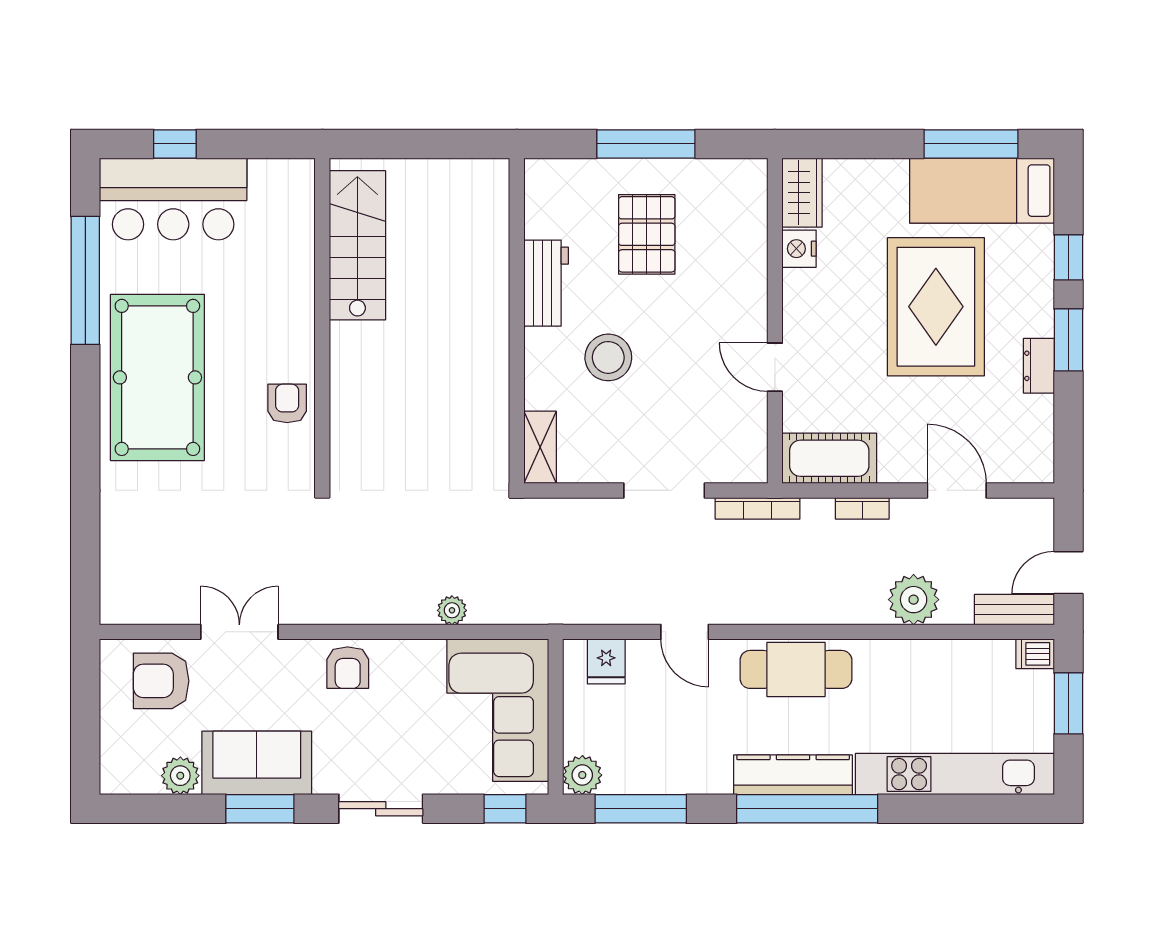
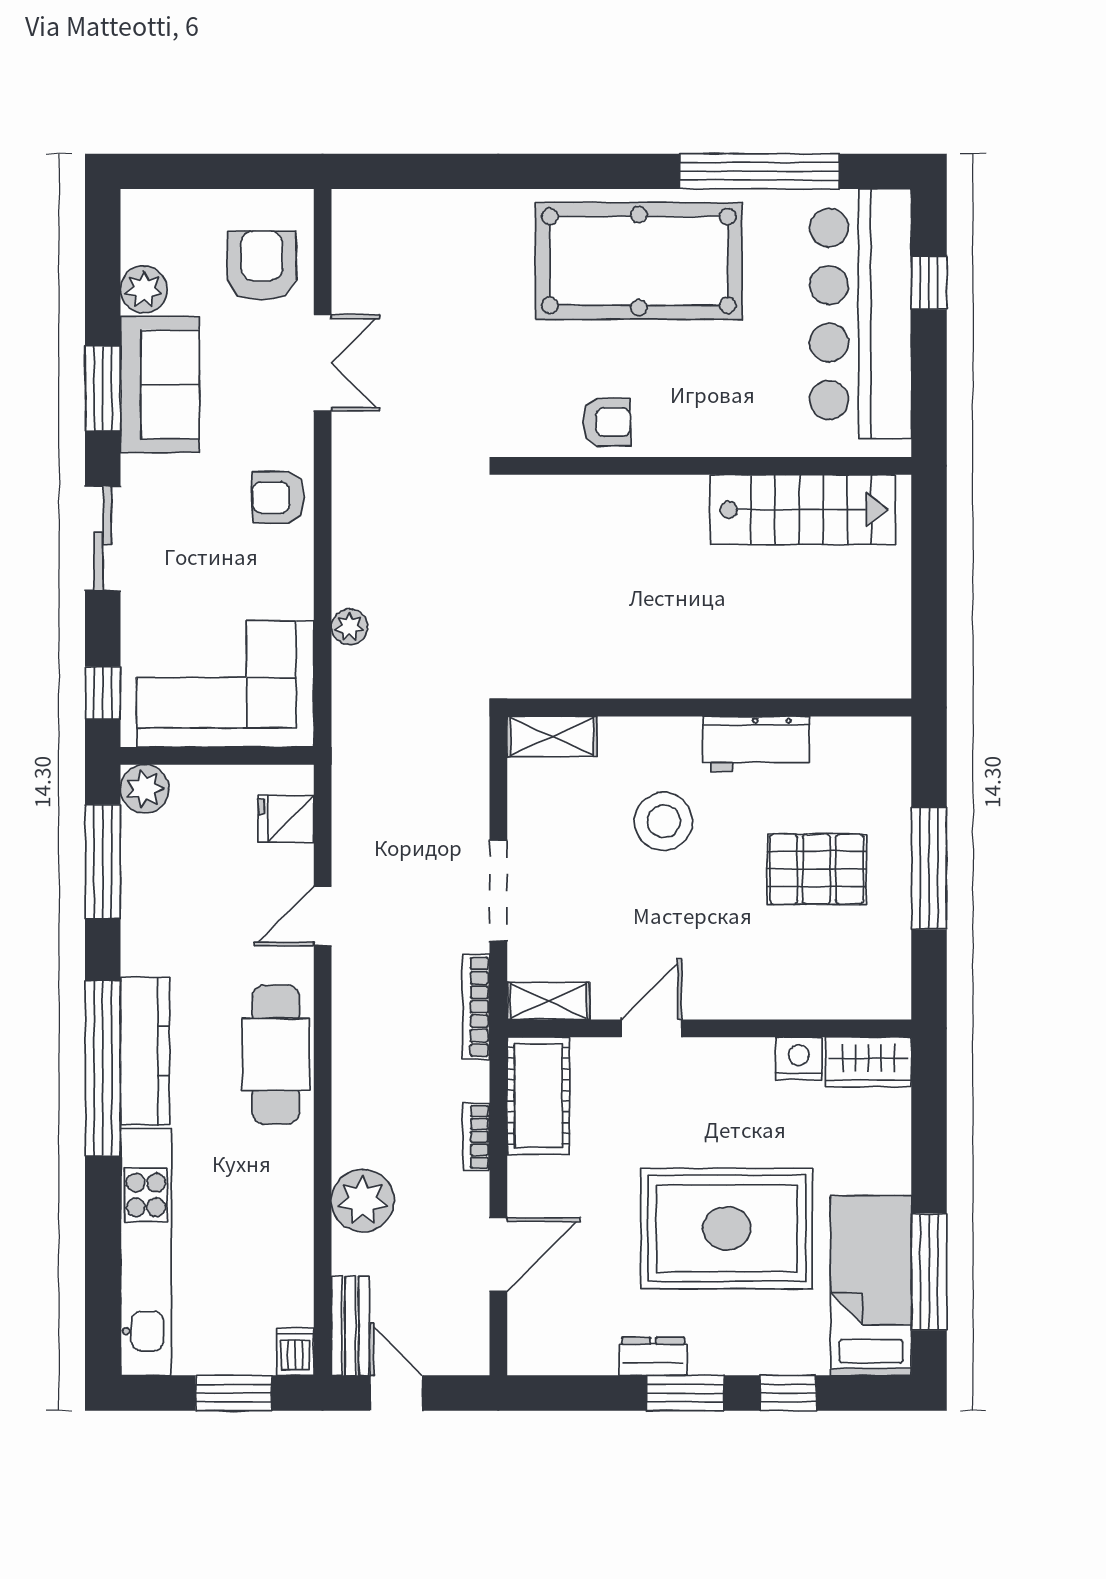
bar counter: (173, 199) -> (861, 314), width x1.36
shelving: (753, 450) -> (548, 1001), added

